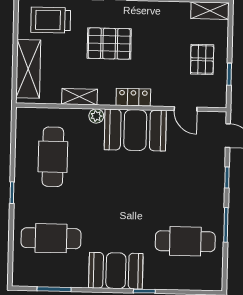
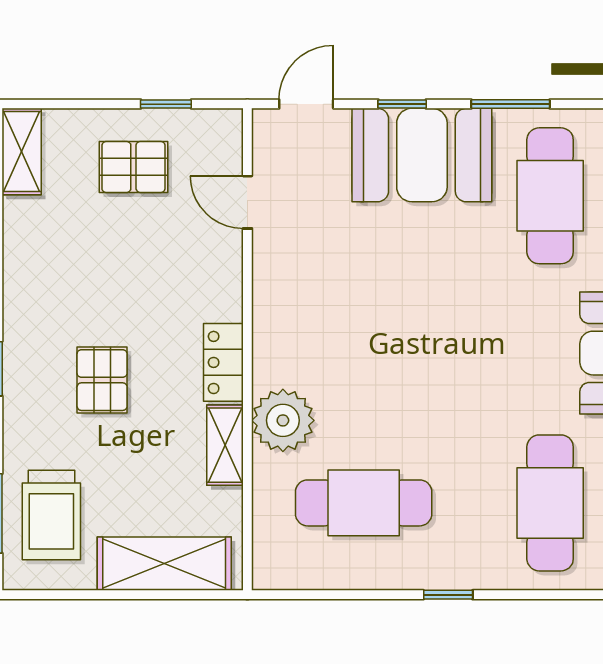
pallet: (109, 44) -> (102, 380), width x0.67, depth x0.71
locker: (133, 97) -> (223, 362), moved
door: (186, 109) -> (247, 202), swing flipped
plant: (96, 116) -> (283, 420), width x1.88, depth x1.88
booth: (135, 130) -> (422, 155), moved, turned 90

